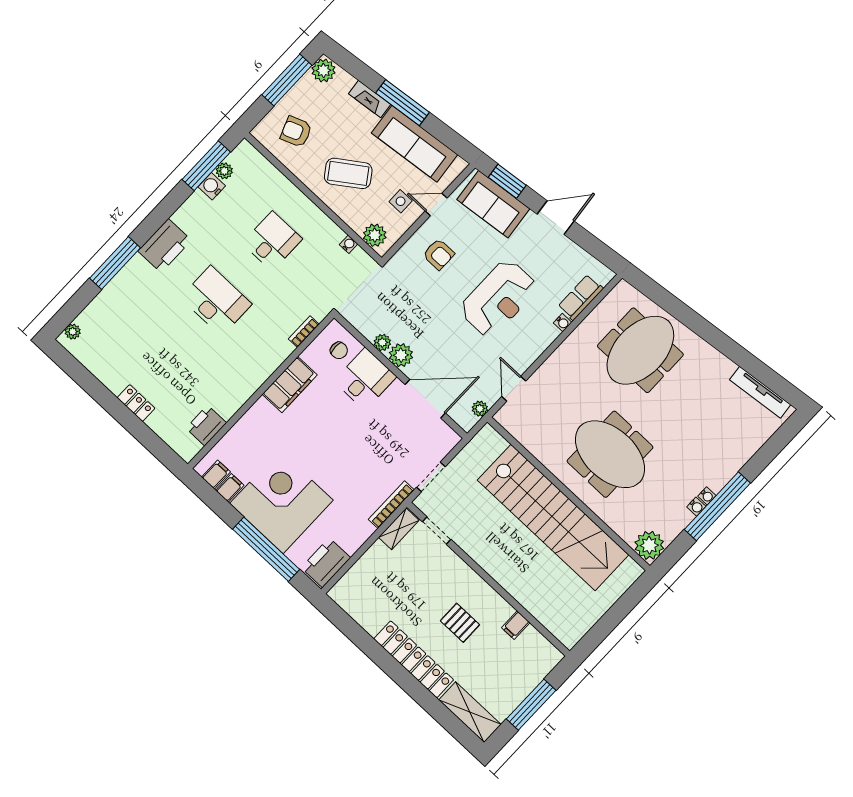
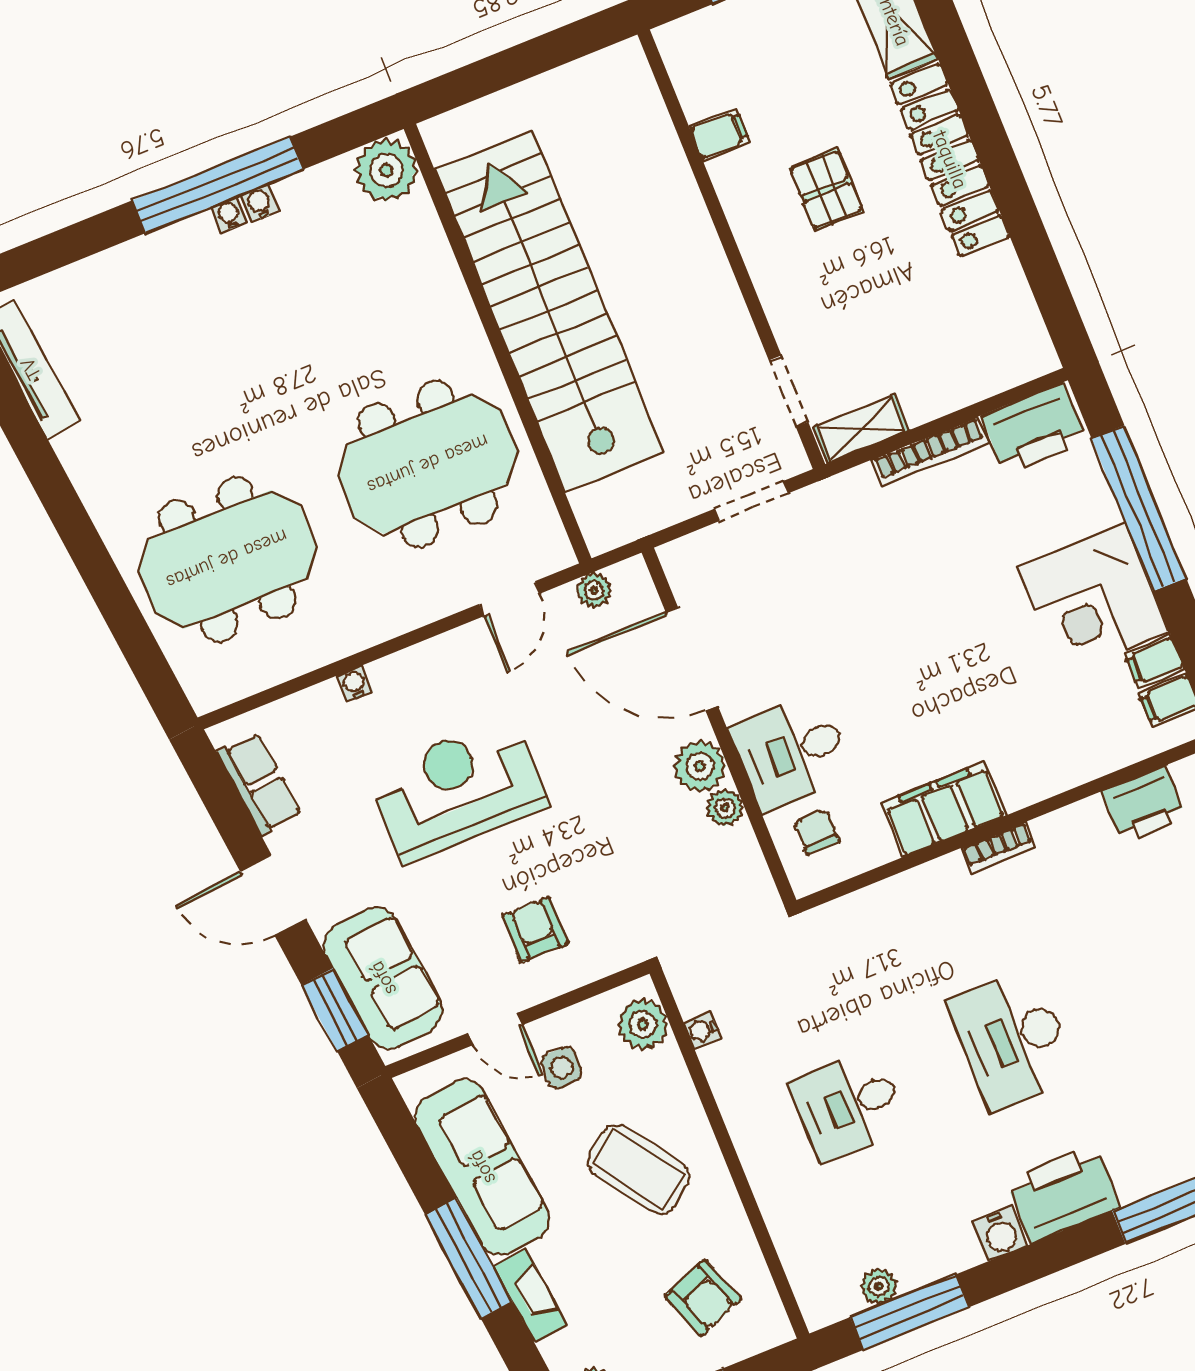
water cooler: (212, 186) -> (1000, 1234), moved
row of seats: (581, 297) -> (259, 784), moved, turned -96
bookcase: (304, 332) -> (999, 848), moved
meeting table: (610, 454) -> (428, 464), moved, turned 90
corner desk: (281, 502) -> (1094, 599), width x0.74, depth x0.74
bookcase: (391, 505) -> (930, 452), moved

